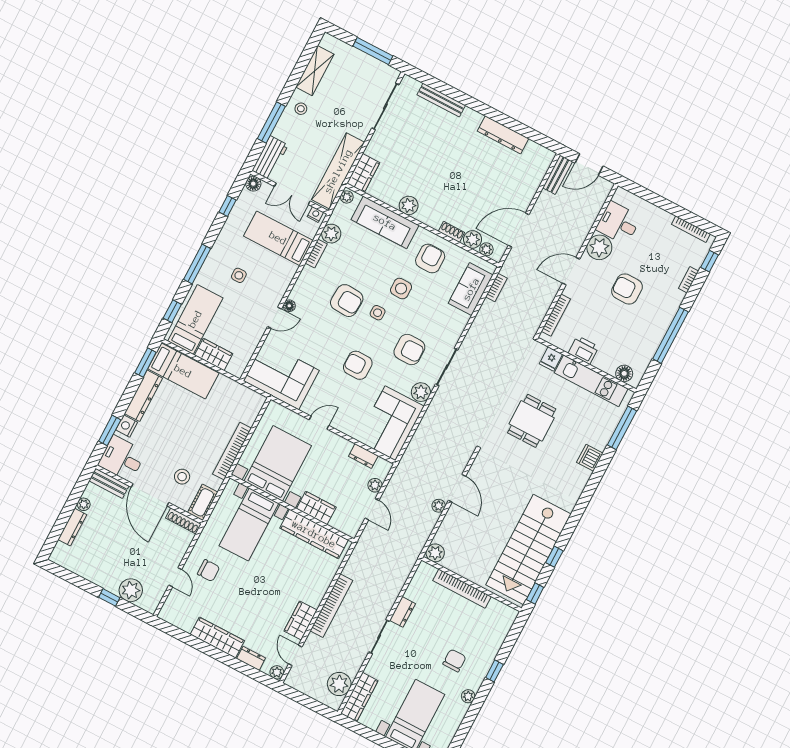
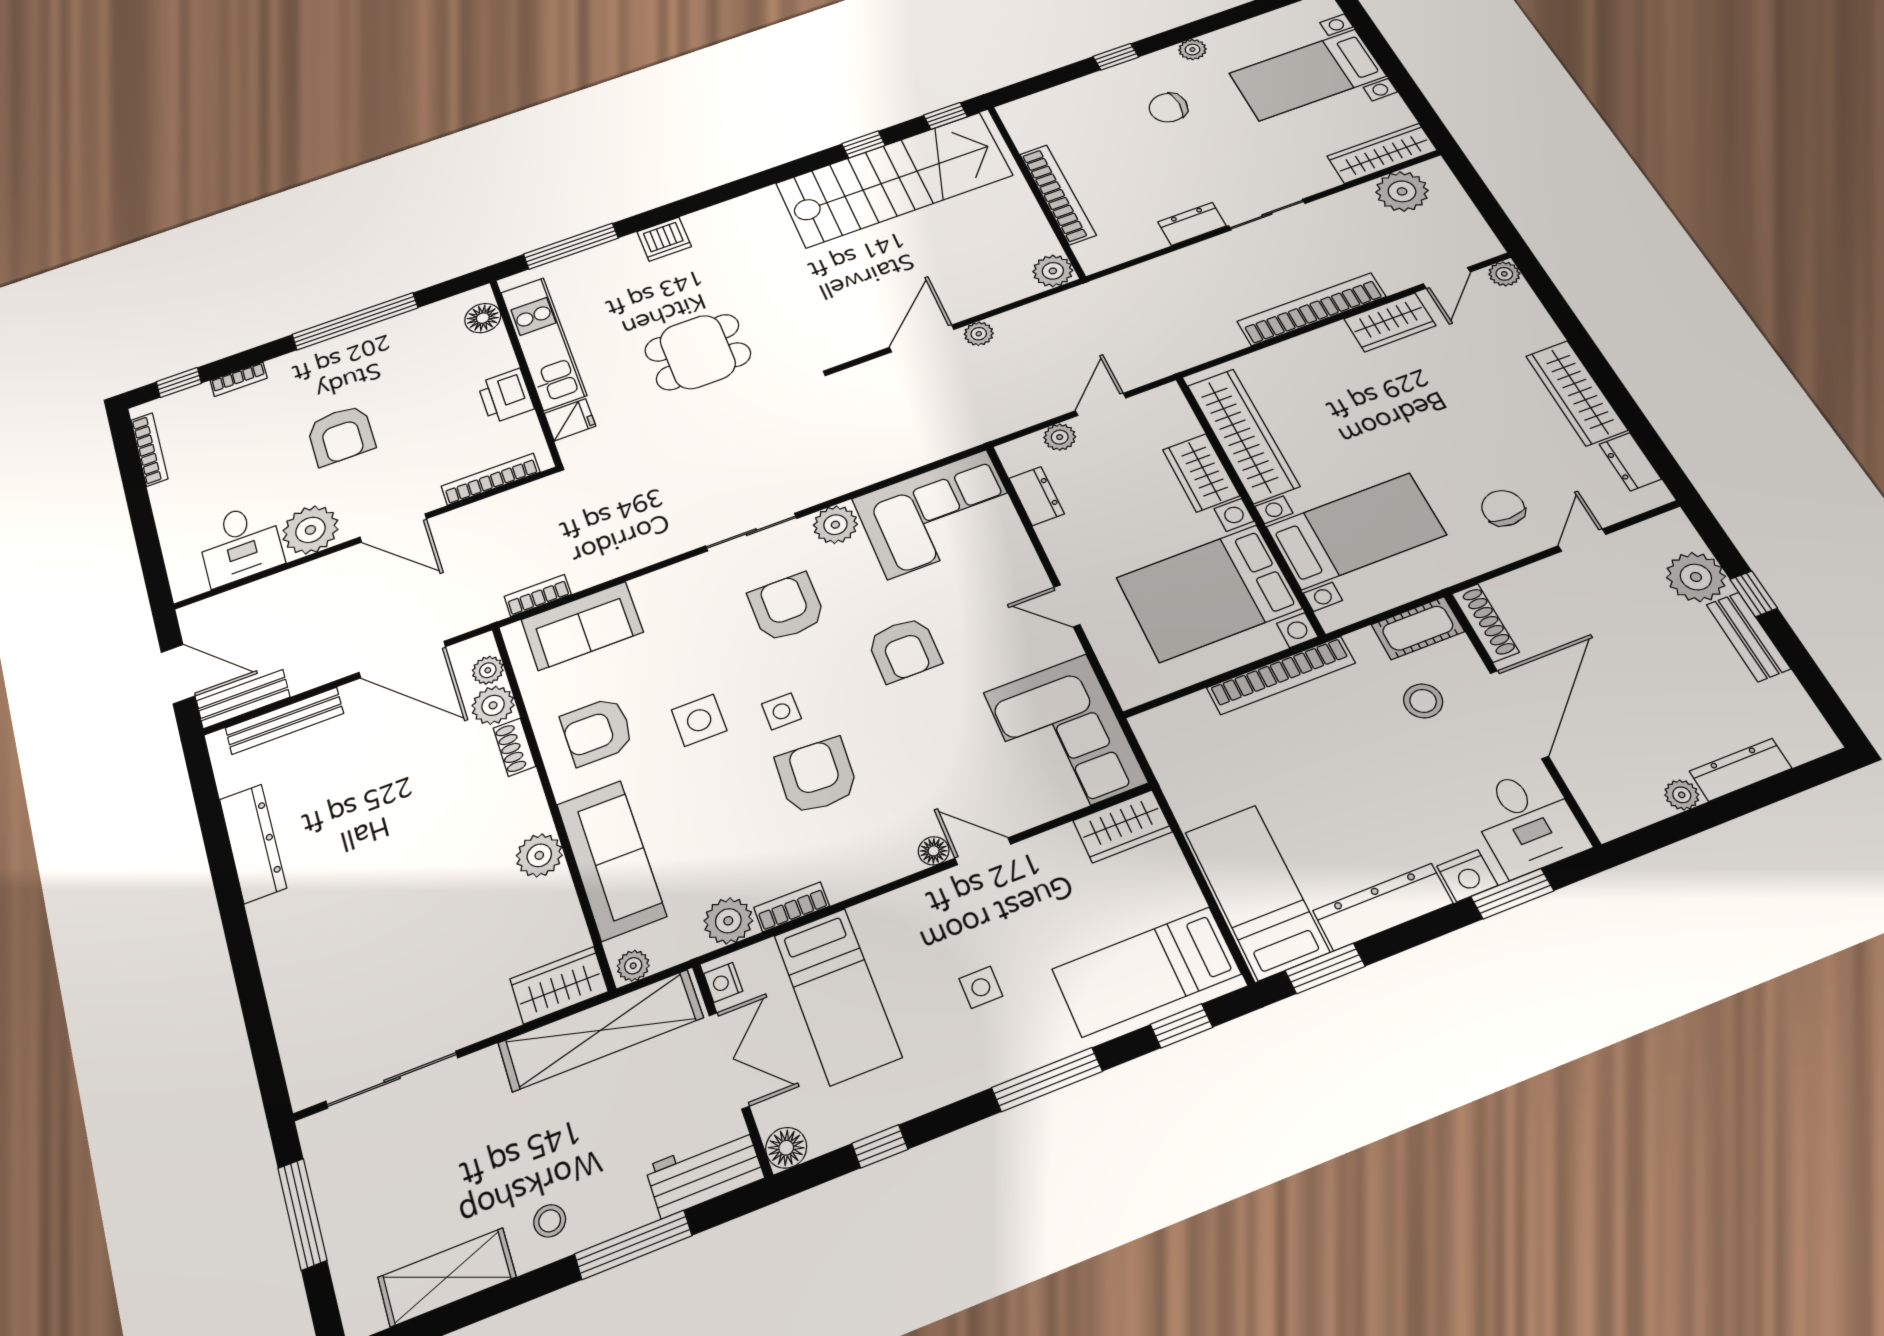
bench: (441, 100) -> (285, 721), moved, turned 90
wardrobe: (214, 354) -> (1123, 826), moved, turned -90
bench: (109, 483) -> (1748, 637), moved
dresser: (251, 658) -> (1630, 462), moved

